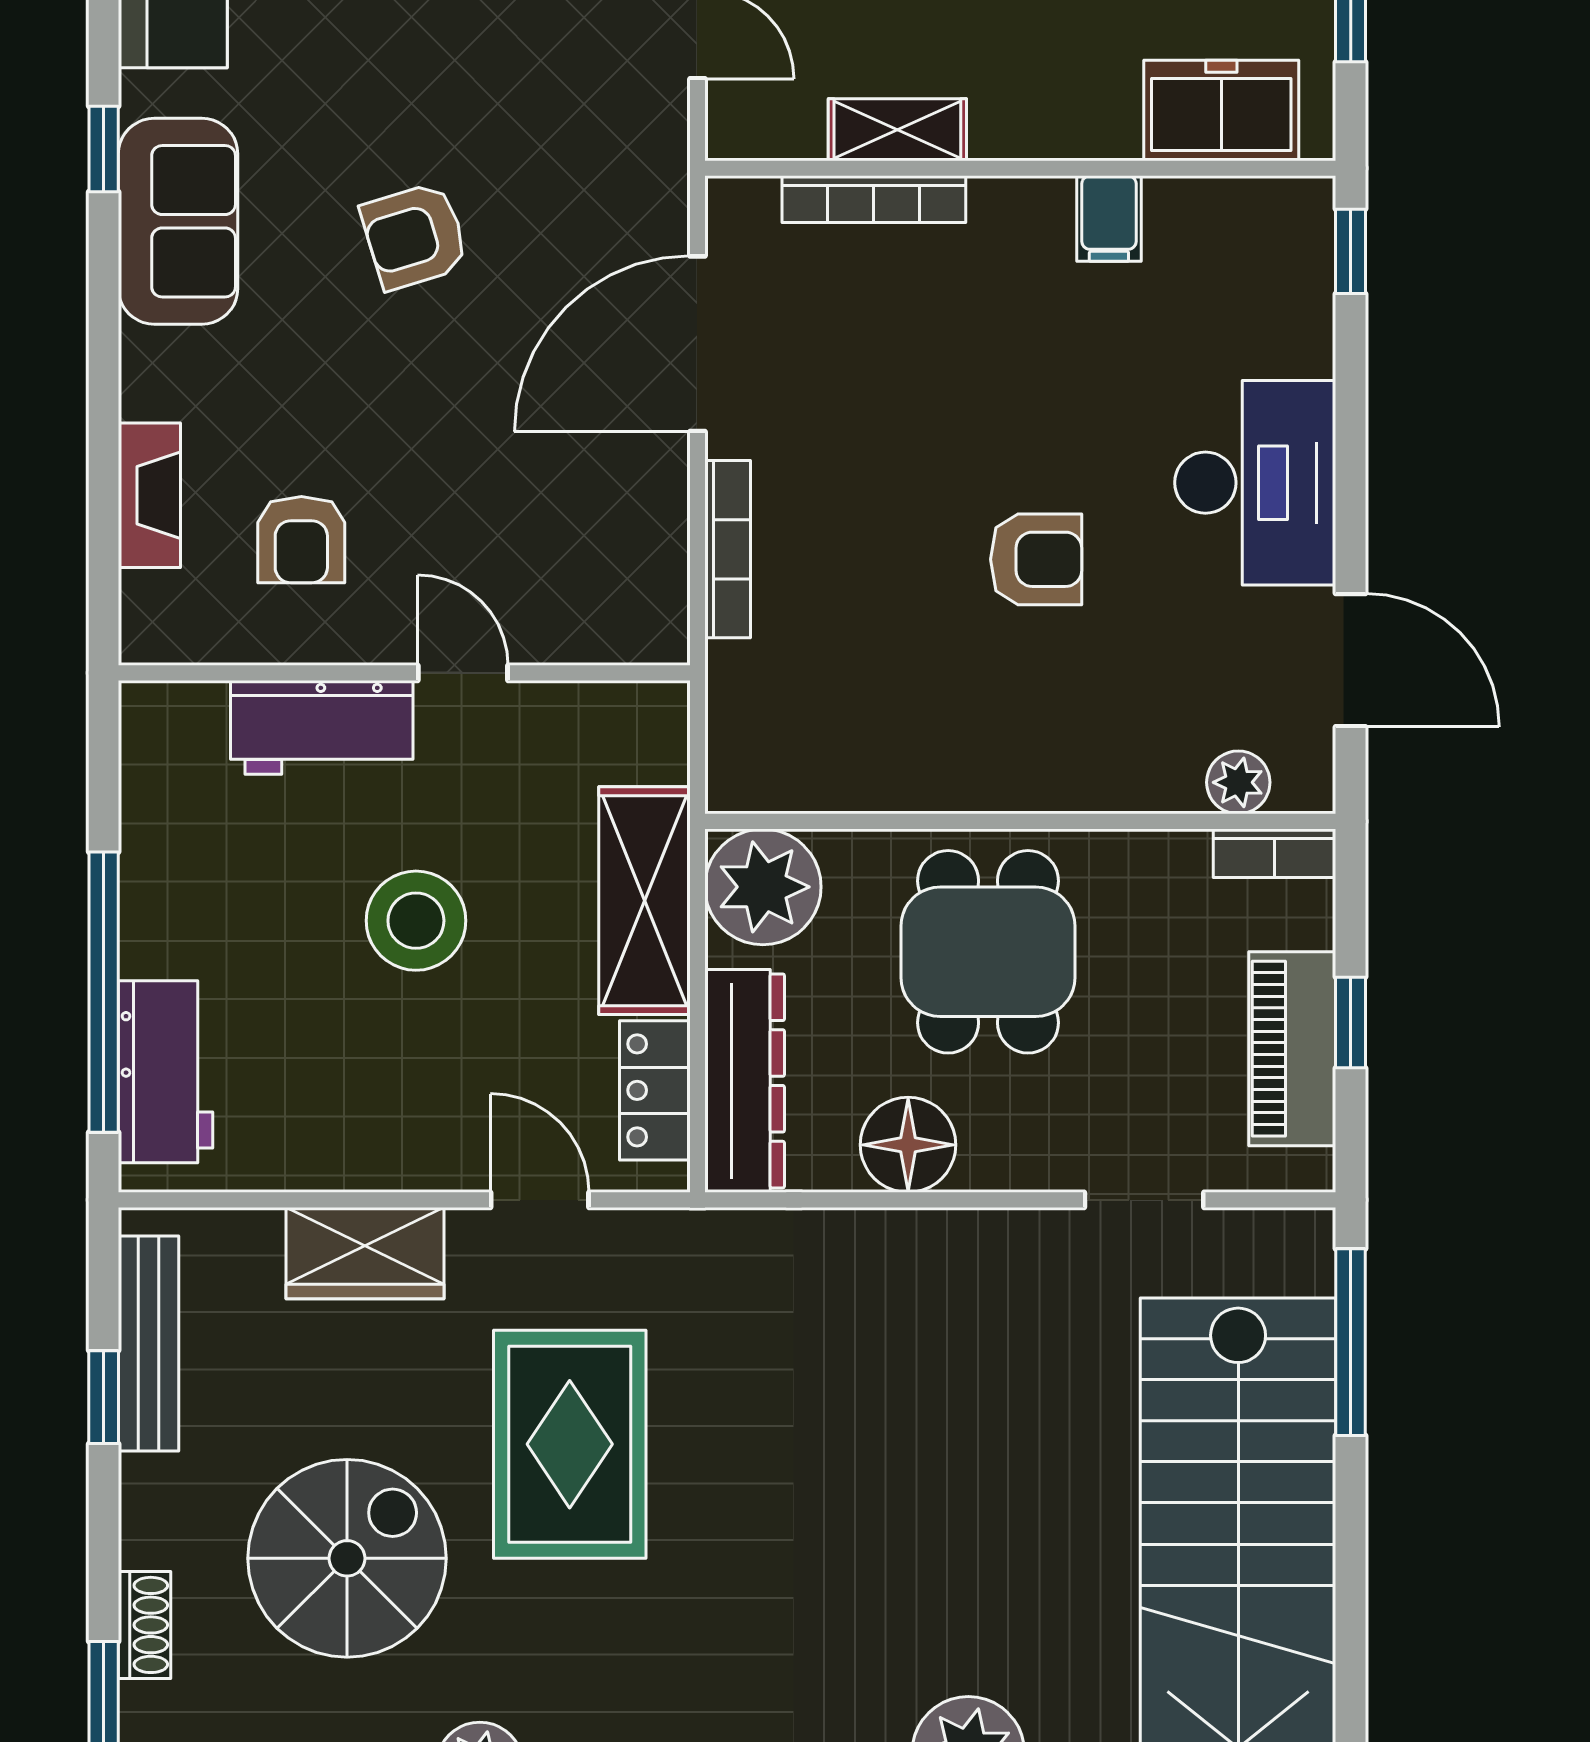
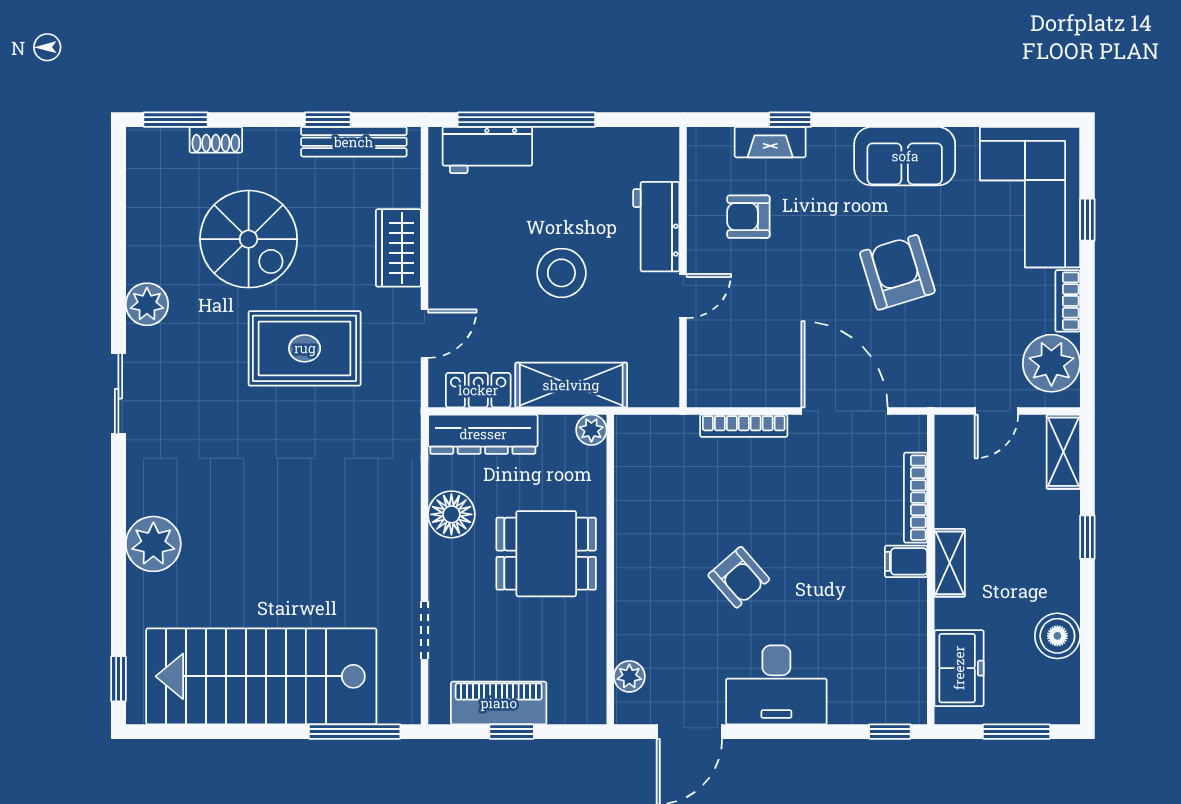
shelving: (897, 130) -> (950, 563), moved
window: (104, 149) -> (790, 120), moved
filing cabinet: (1109, 219) -> (906, 561), moved
armchair: (415, 236) -> (897, 272), width x1.38, depth x1.38
armchair: (1036, 559) -> (739, 577), turned -41
bookcase: (1275, 853) -> (595, 694), removed
plant: (763, 887) -> (591, 430), width x0.53, depth x0.53

